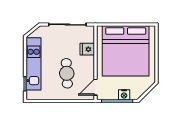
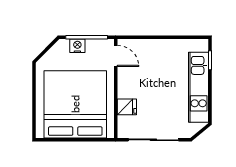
cafe table: (67, 73) -> (154, 74), removed
door: (96, 87) -> (116, 56), hinge flipped

